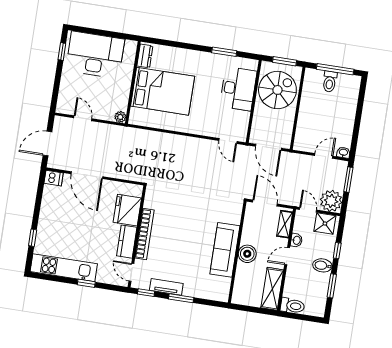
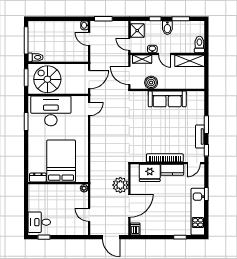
desk: (95, 55) -> (39, 222), width x0.53, depth x0.77
toilet: (330, 82) -> (36, 57), moved
desk: (238, 89) -> (51, 111), width x1.36, depth x1.30
door: (83, 118) -> (89, 215), hinge flipped
plant: (331, 201) -> (120, 185), moved
door: (265, 203) -> (129, 76), hinge flipped
door: (308, 210) -> (129, 44), hinge flipped
boiler: (247, 254) -> (151, 83), moved

